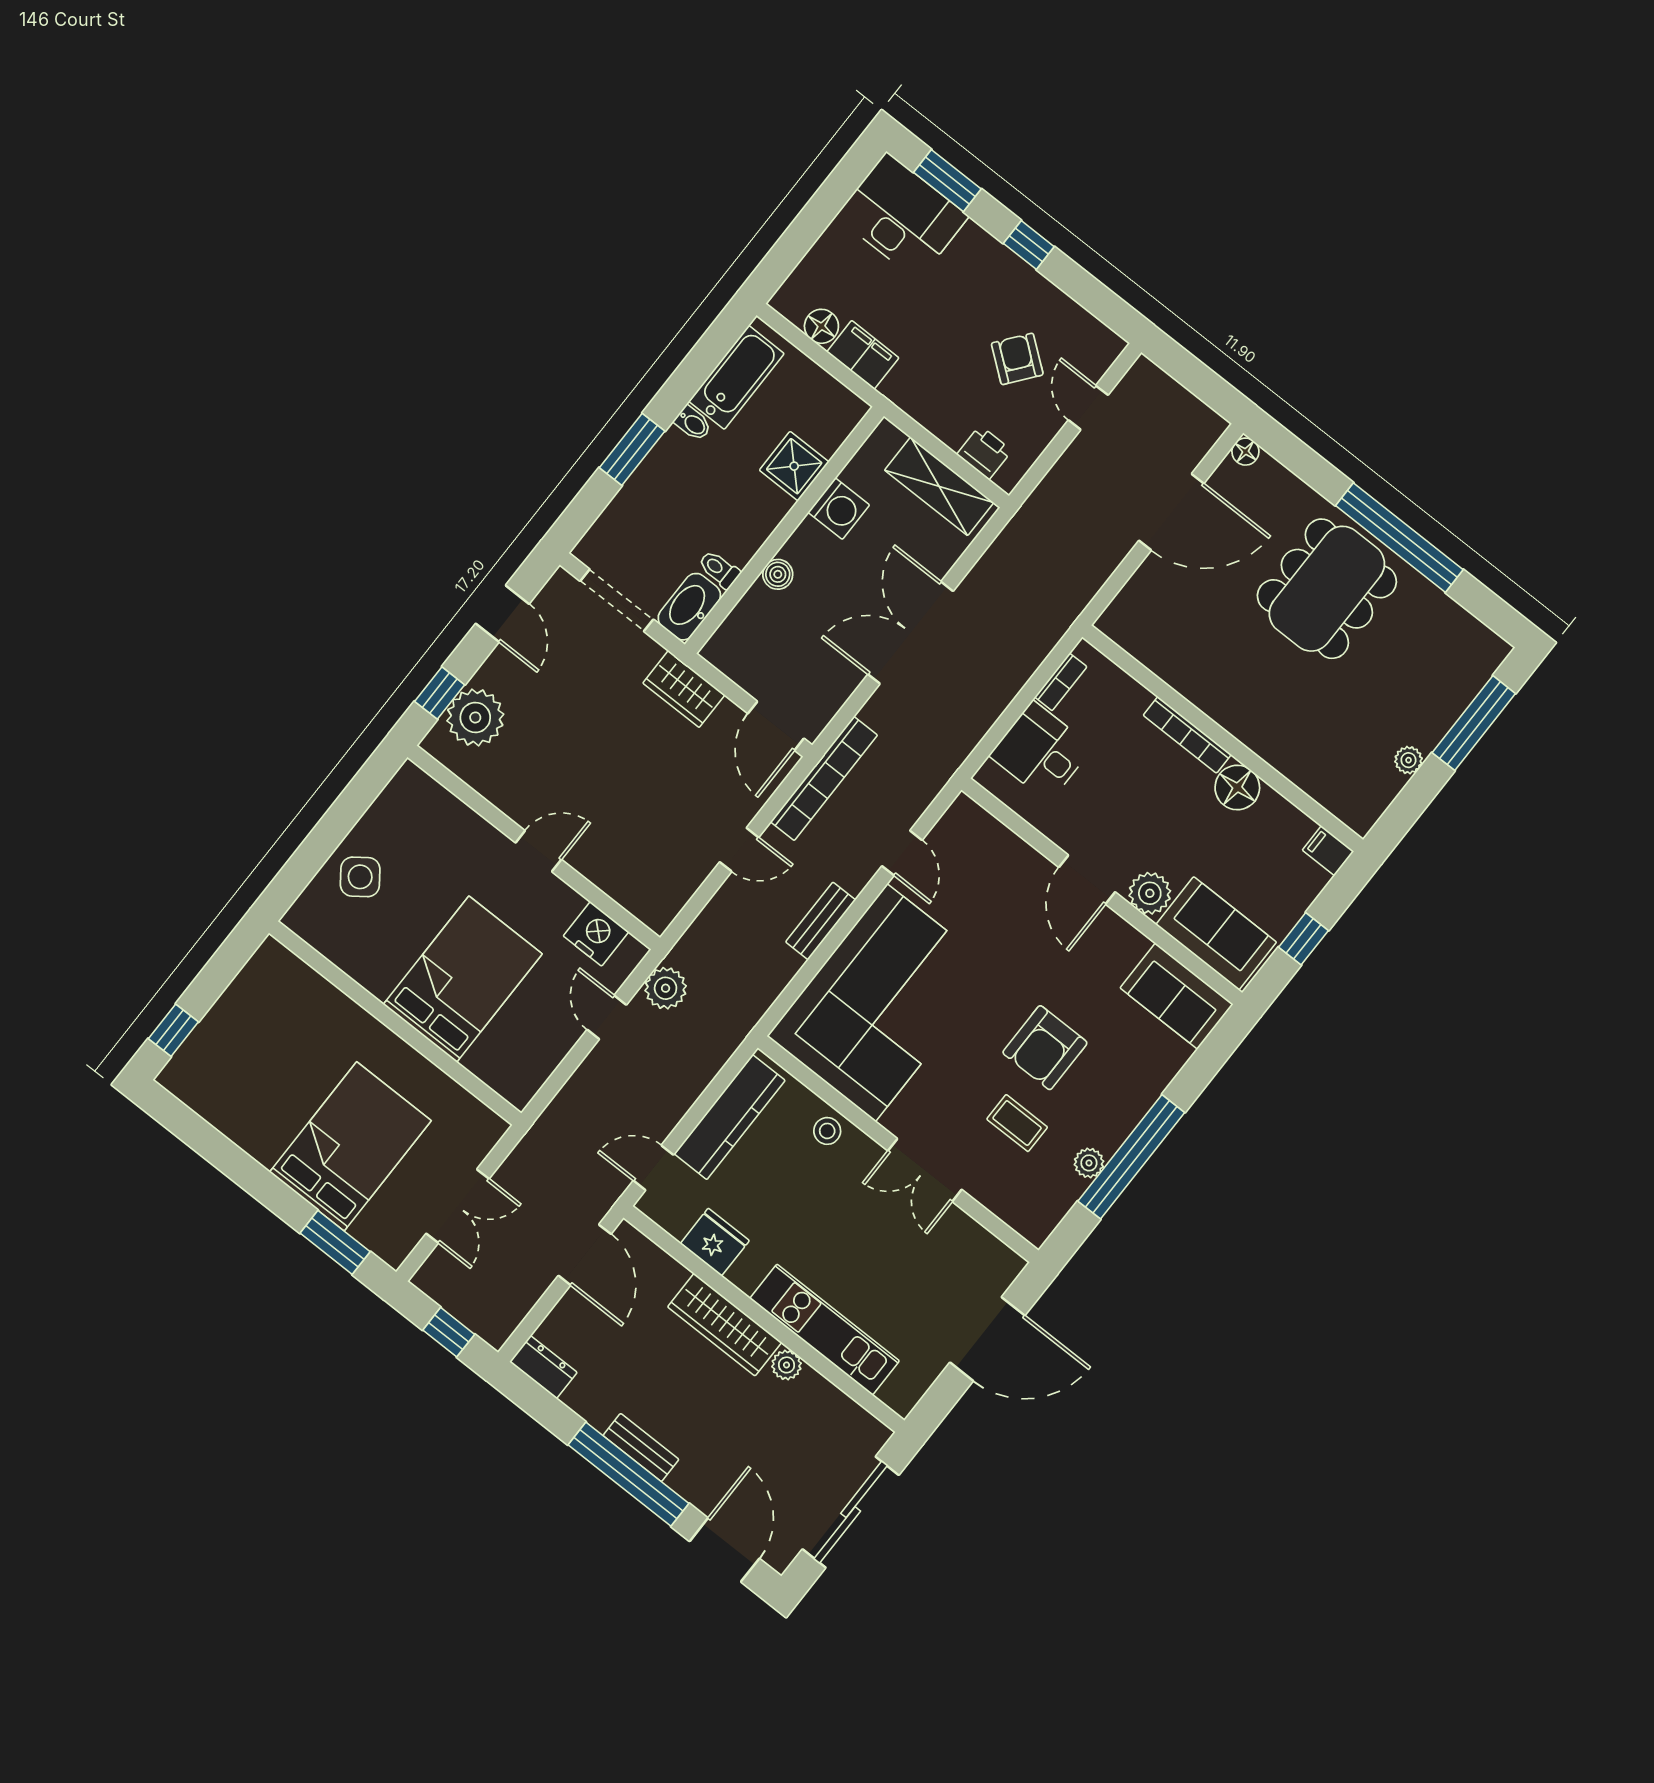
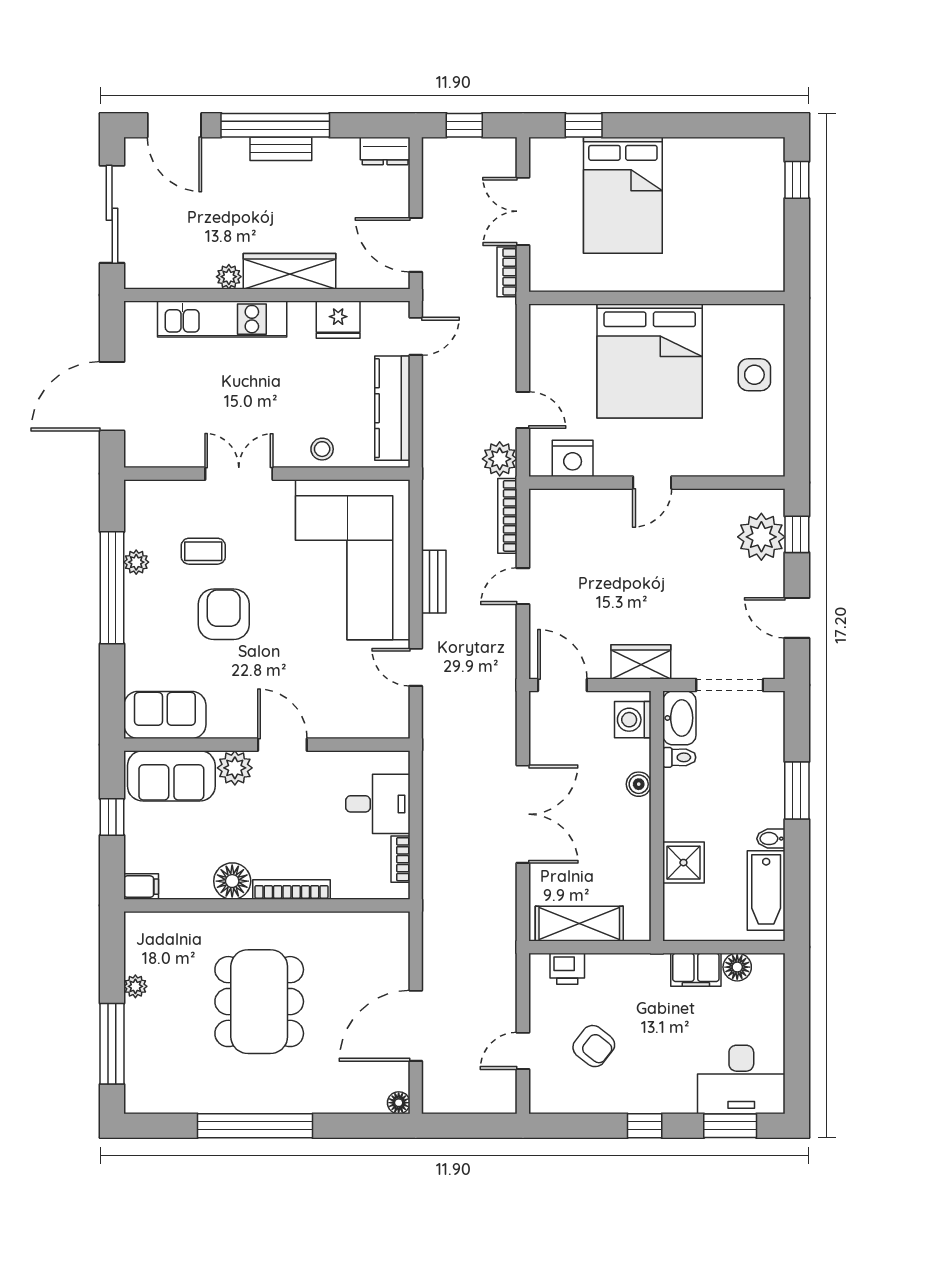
door: (1088, 408) -> (523, 1051), swing flipped
washing machine: (839, 509) -> (633, 720), moved
dining table: (1327, 589) -> (259, 1002), moved
bookcase: (824, 778) -> (507, 516), moved, width x0.68, depth x0.76
side table: (360, 877) -> (754, 375), turned 36
bed: (463, 979) -> (650, 361), width x1.36
bookcase: (518, 1161) -> (507, 272), added
window: (335, 1242) -> (584, 125), width x0.67

